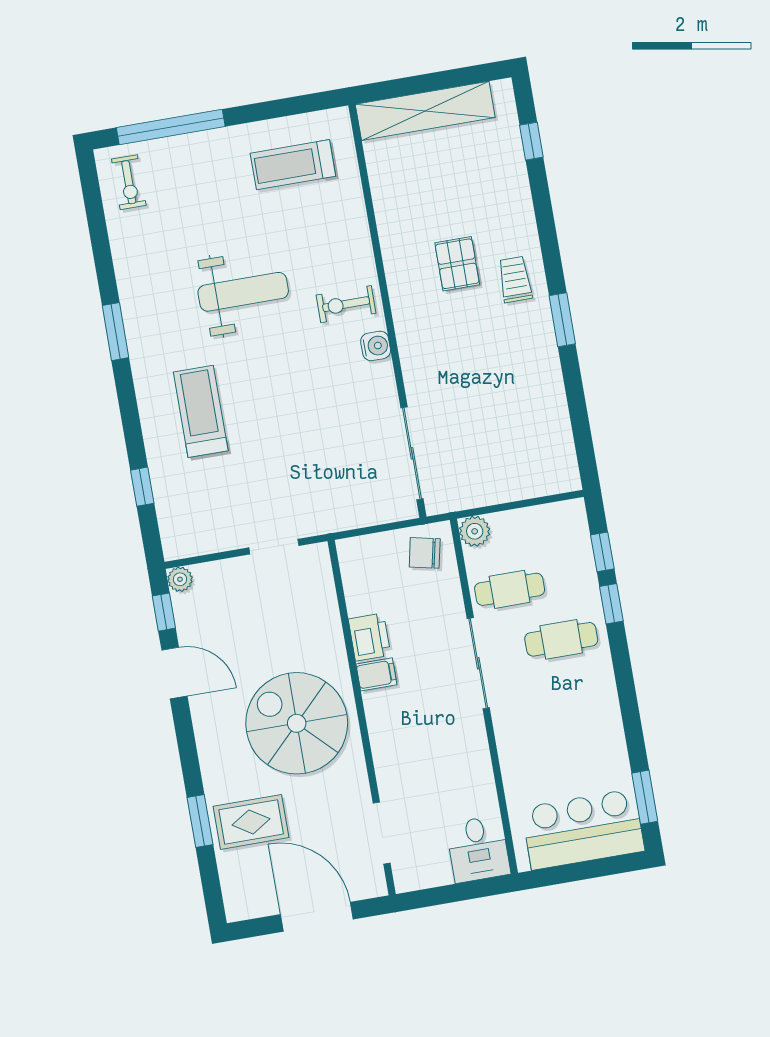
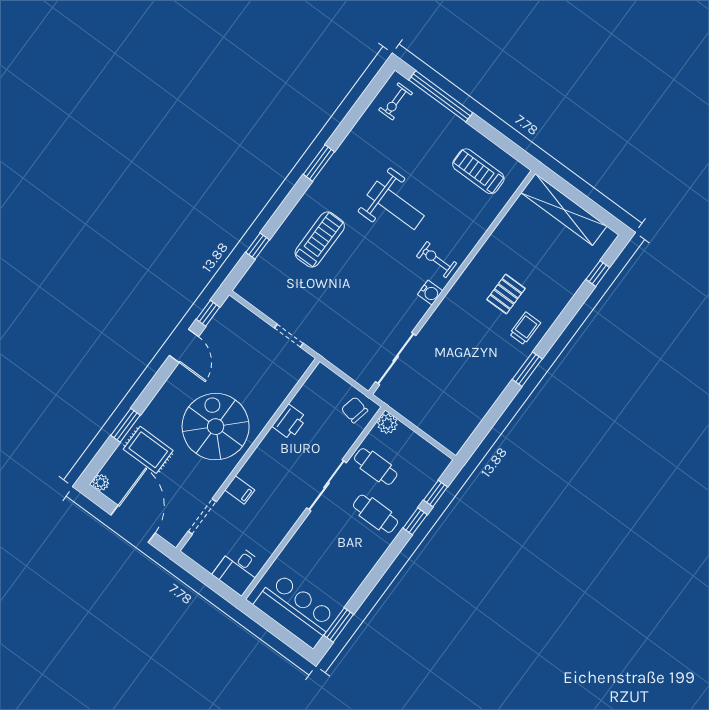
plant: (180, 579) -> (101, 483), moved
filing cabinet: (376, 674) -> (240, 490), moved

